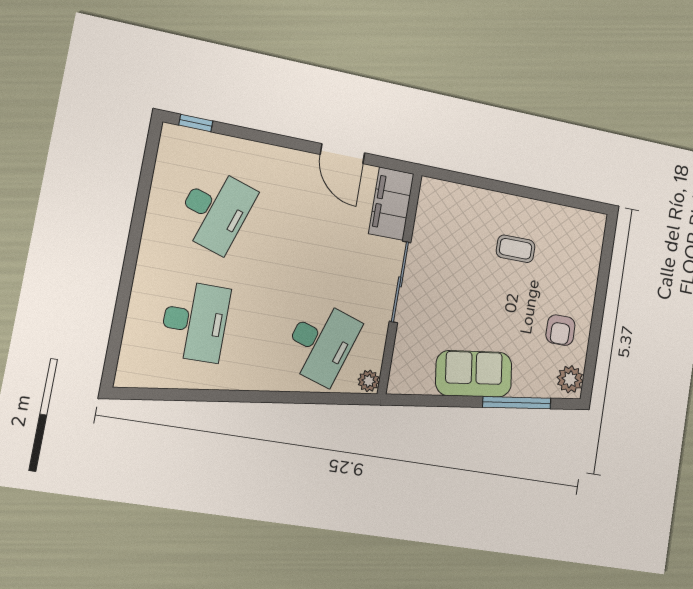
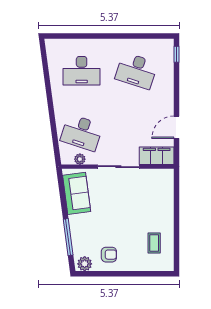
coffee table: (516, 249) -> (154, 243), moved
armchair: (560, 330) -> (109, 255), turned 180
sofa: (474, 374) -> (77, 193), moved
plant: (369, 381) -> (80, 159), moved

